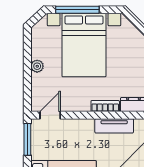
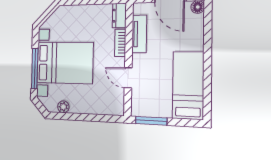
plant: (37, 66) -> (63, 107), moved
door: (50, 115) -> (128, 78), moved

